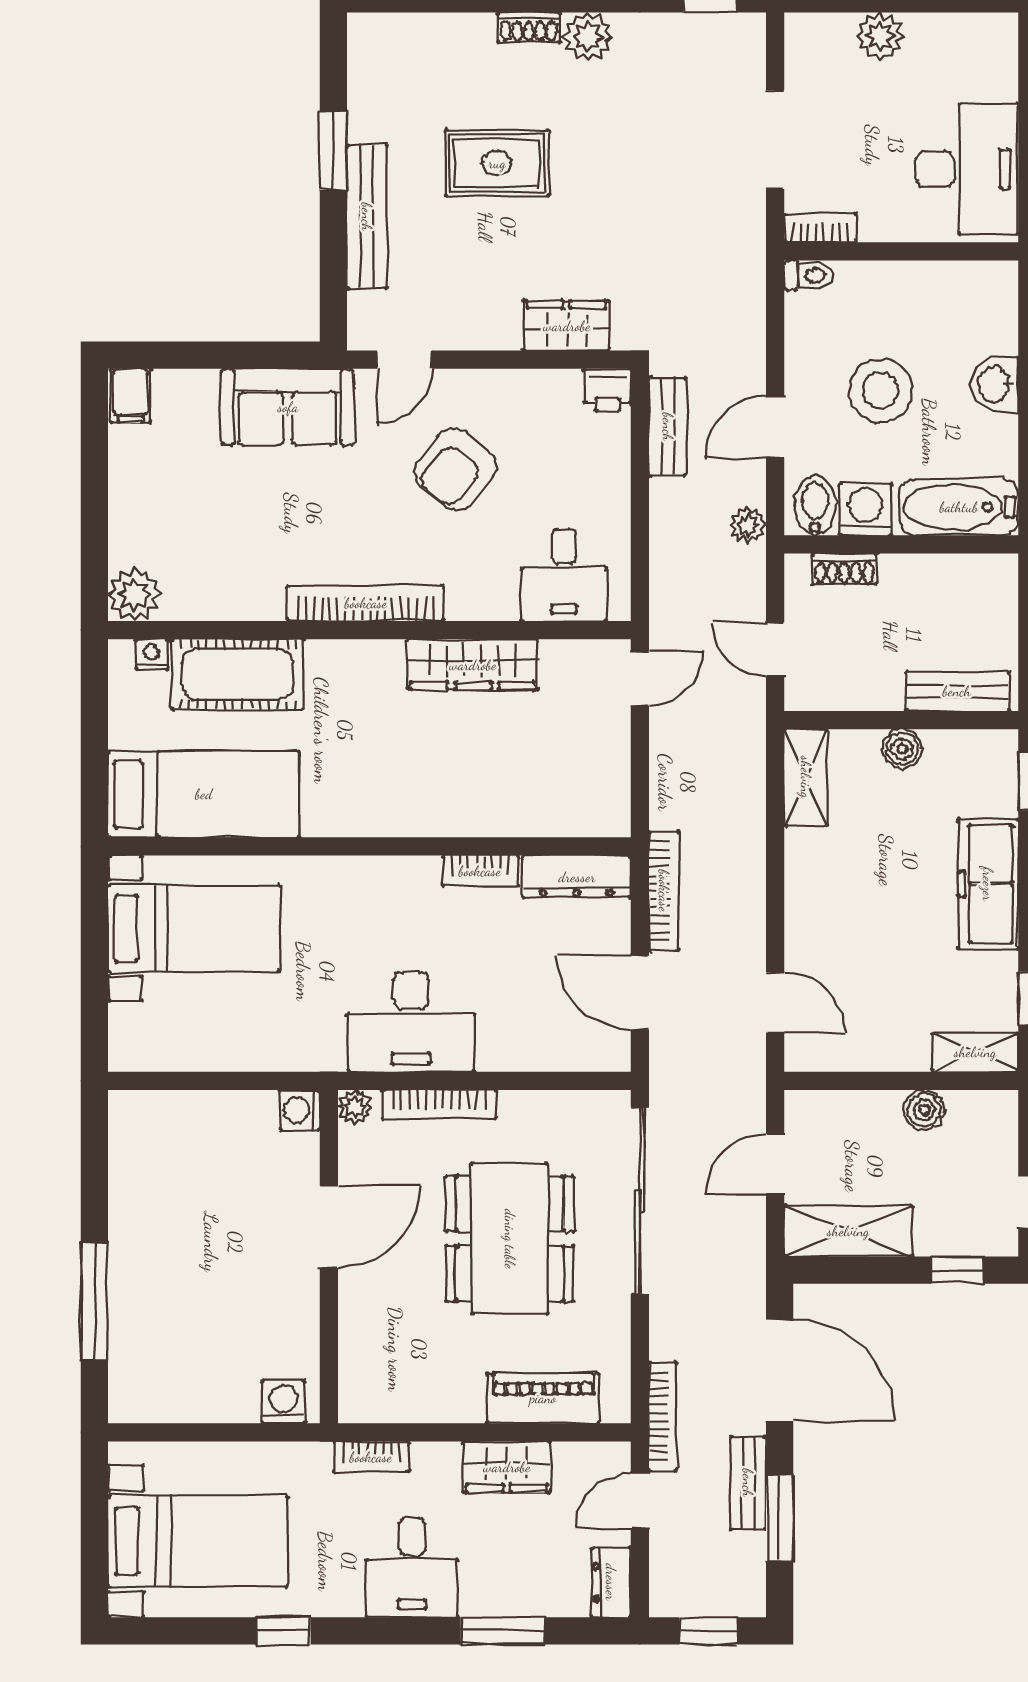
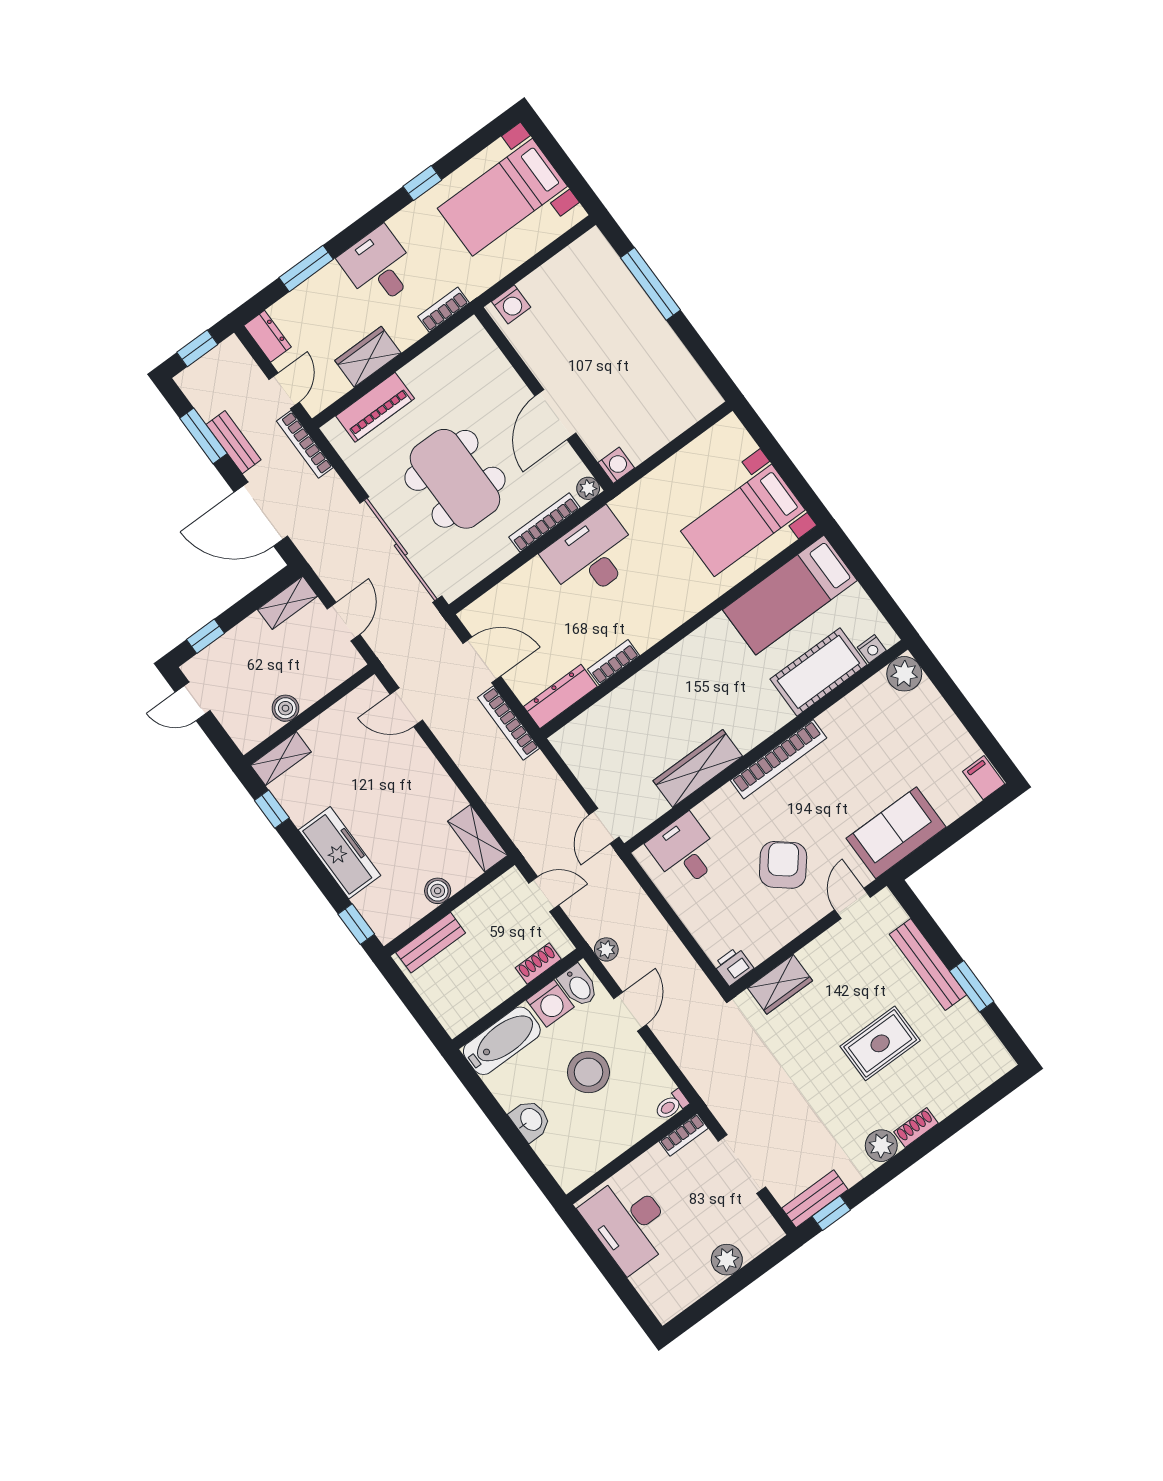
bench: (668, 427) -> (815, 1199), moved, turned 90
shelving: (848, 1231) -> (287, 603), width x0.67, depth x0.75

